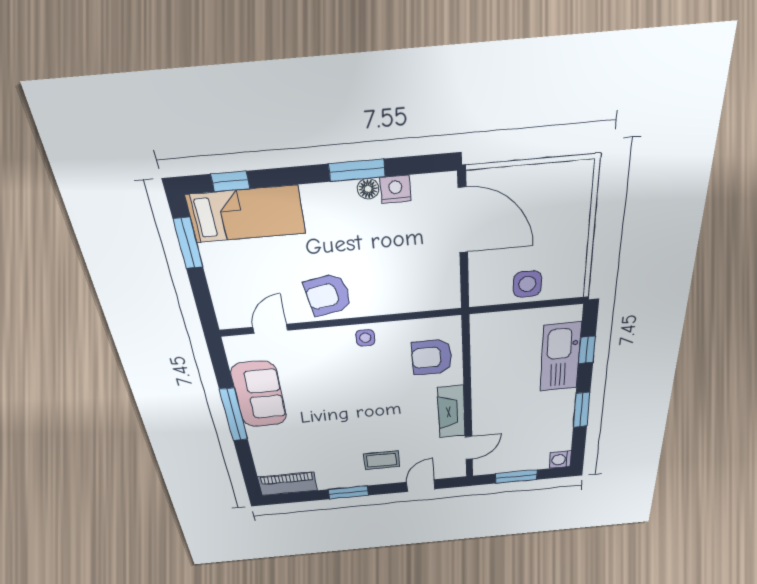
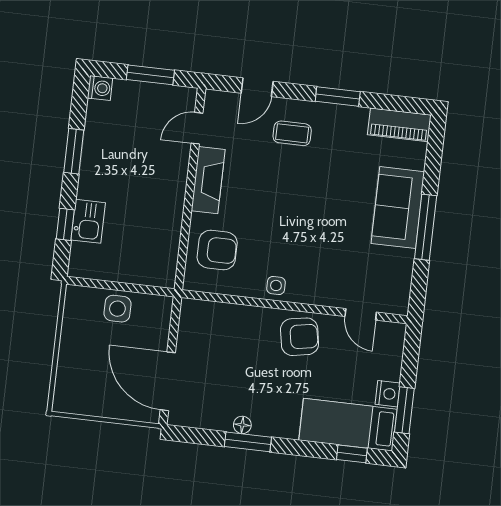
nightstand: (396, 189) -> (388, 394), moved, turned -90
door: (270, 329) -> (361, 314), hinge flipped
kitchen sink: (561, 357) -> (88, 221), width x0.53, depth x0.81
sofa: (259, 394) -> (398, 208), moved

